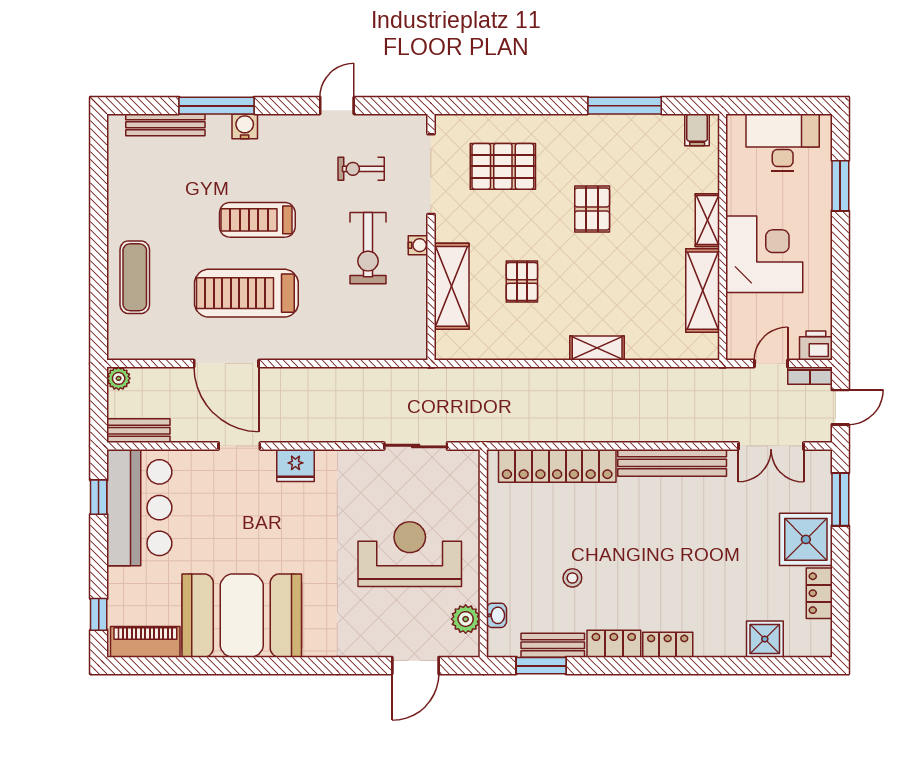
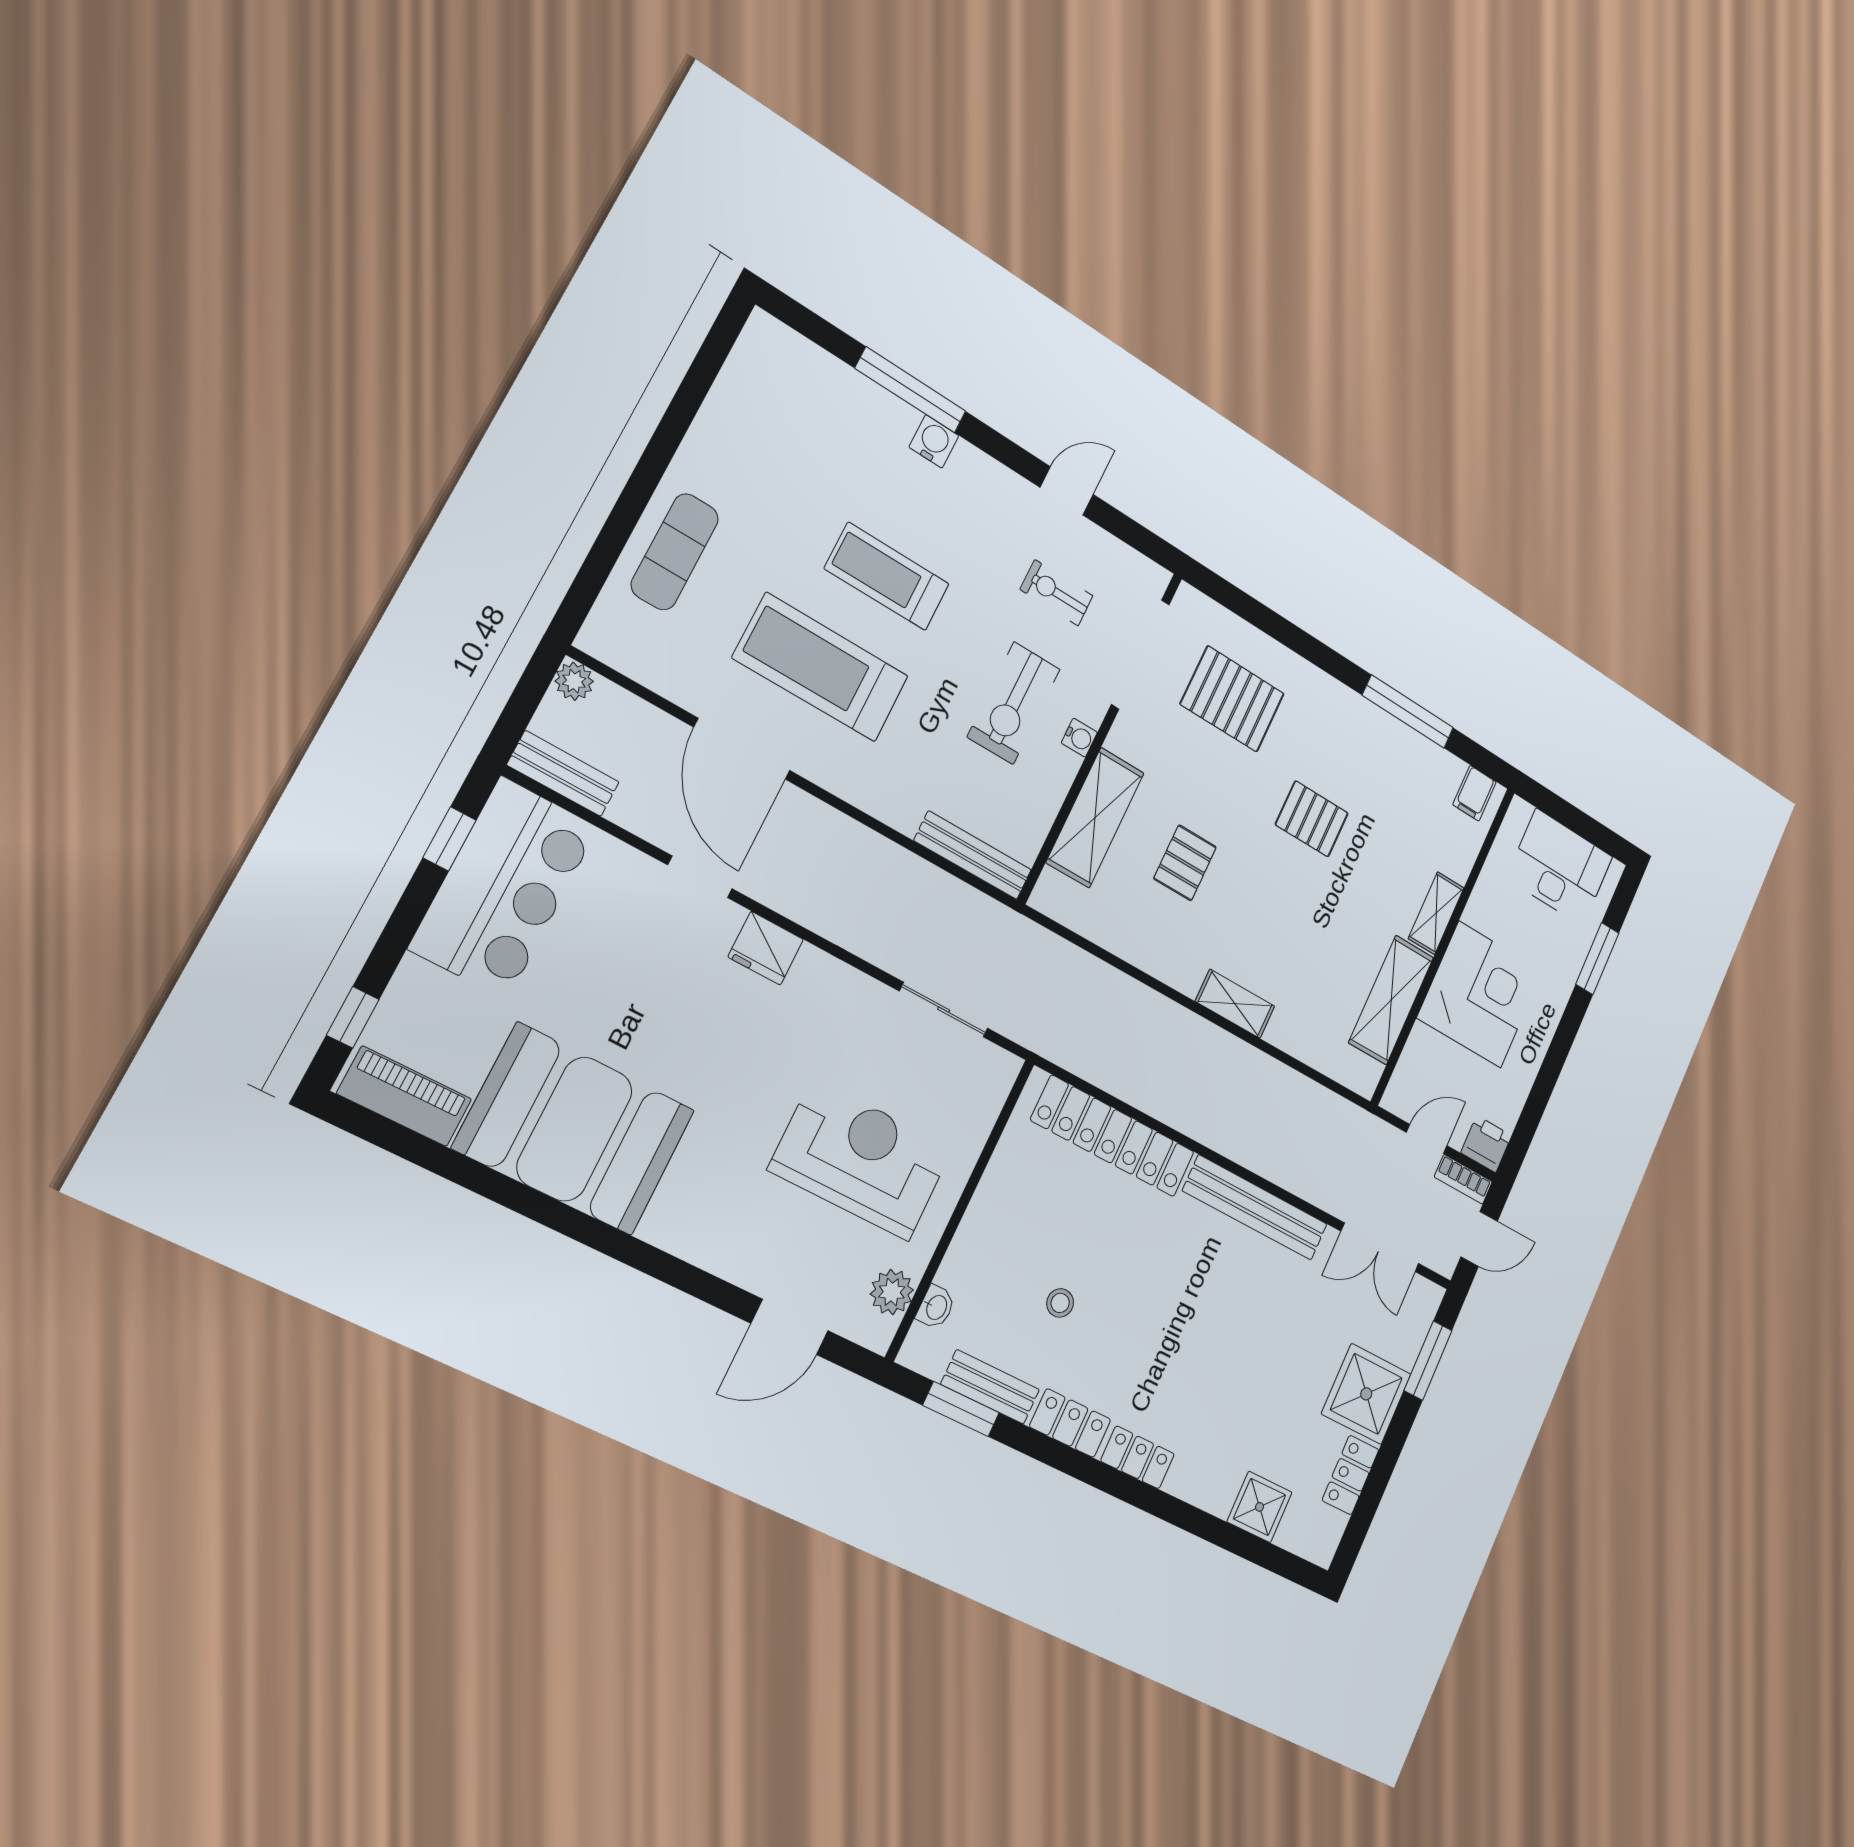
bench: (165, 125) -> (973, 855), moved
pallet: (592, 209) -> (1312, 819), turned 90

